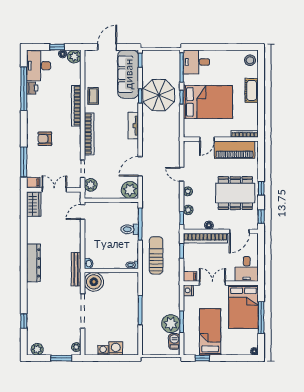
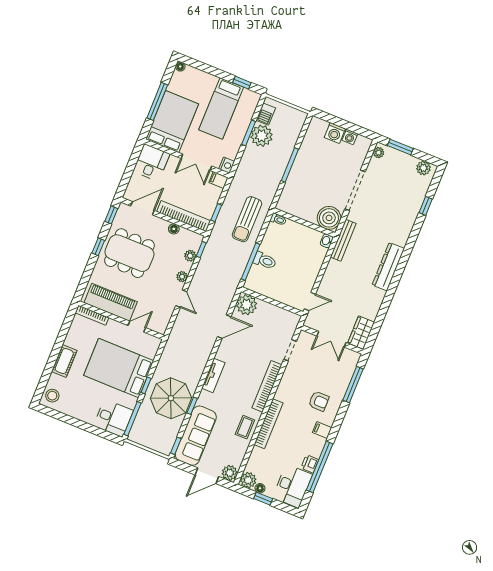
filing cabinet: (33, 182) -> (322, 430), moved
plant: (91, 185) -> (230, 473), moved

